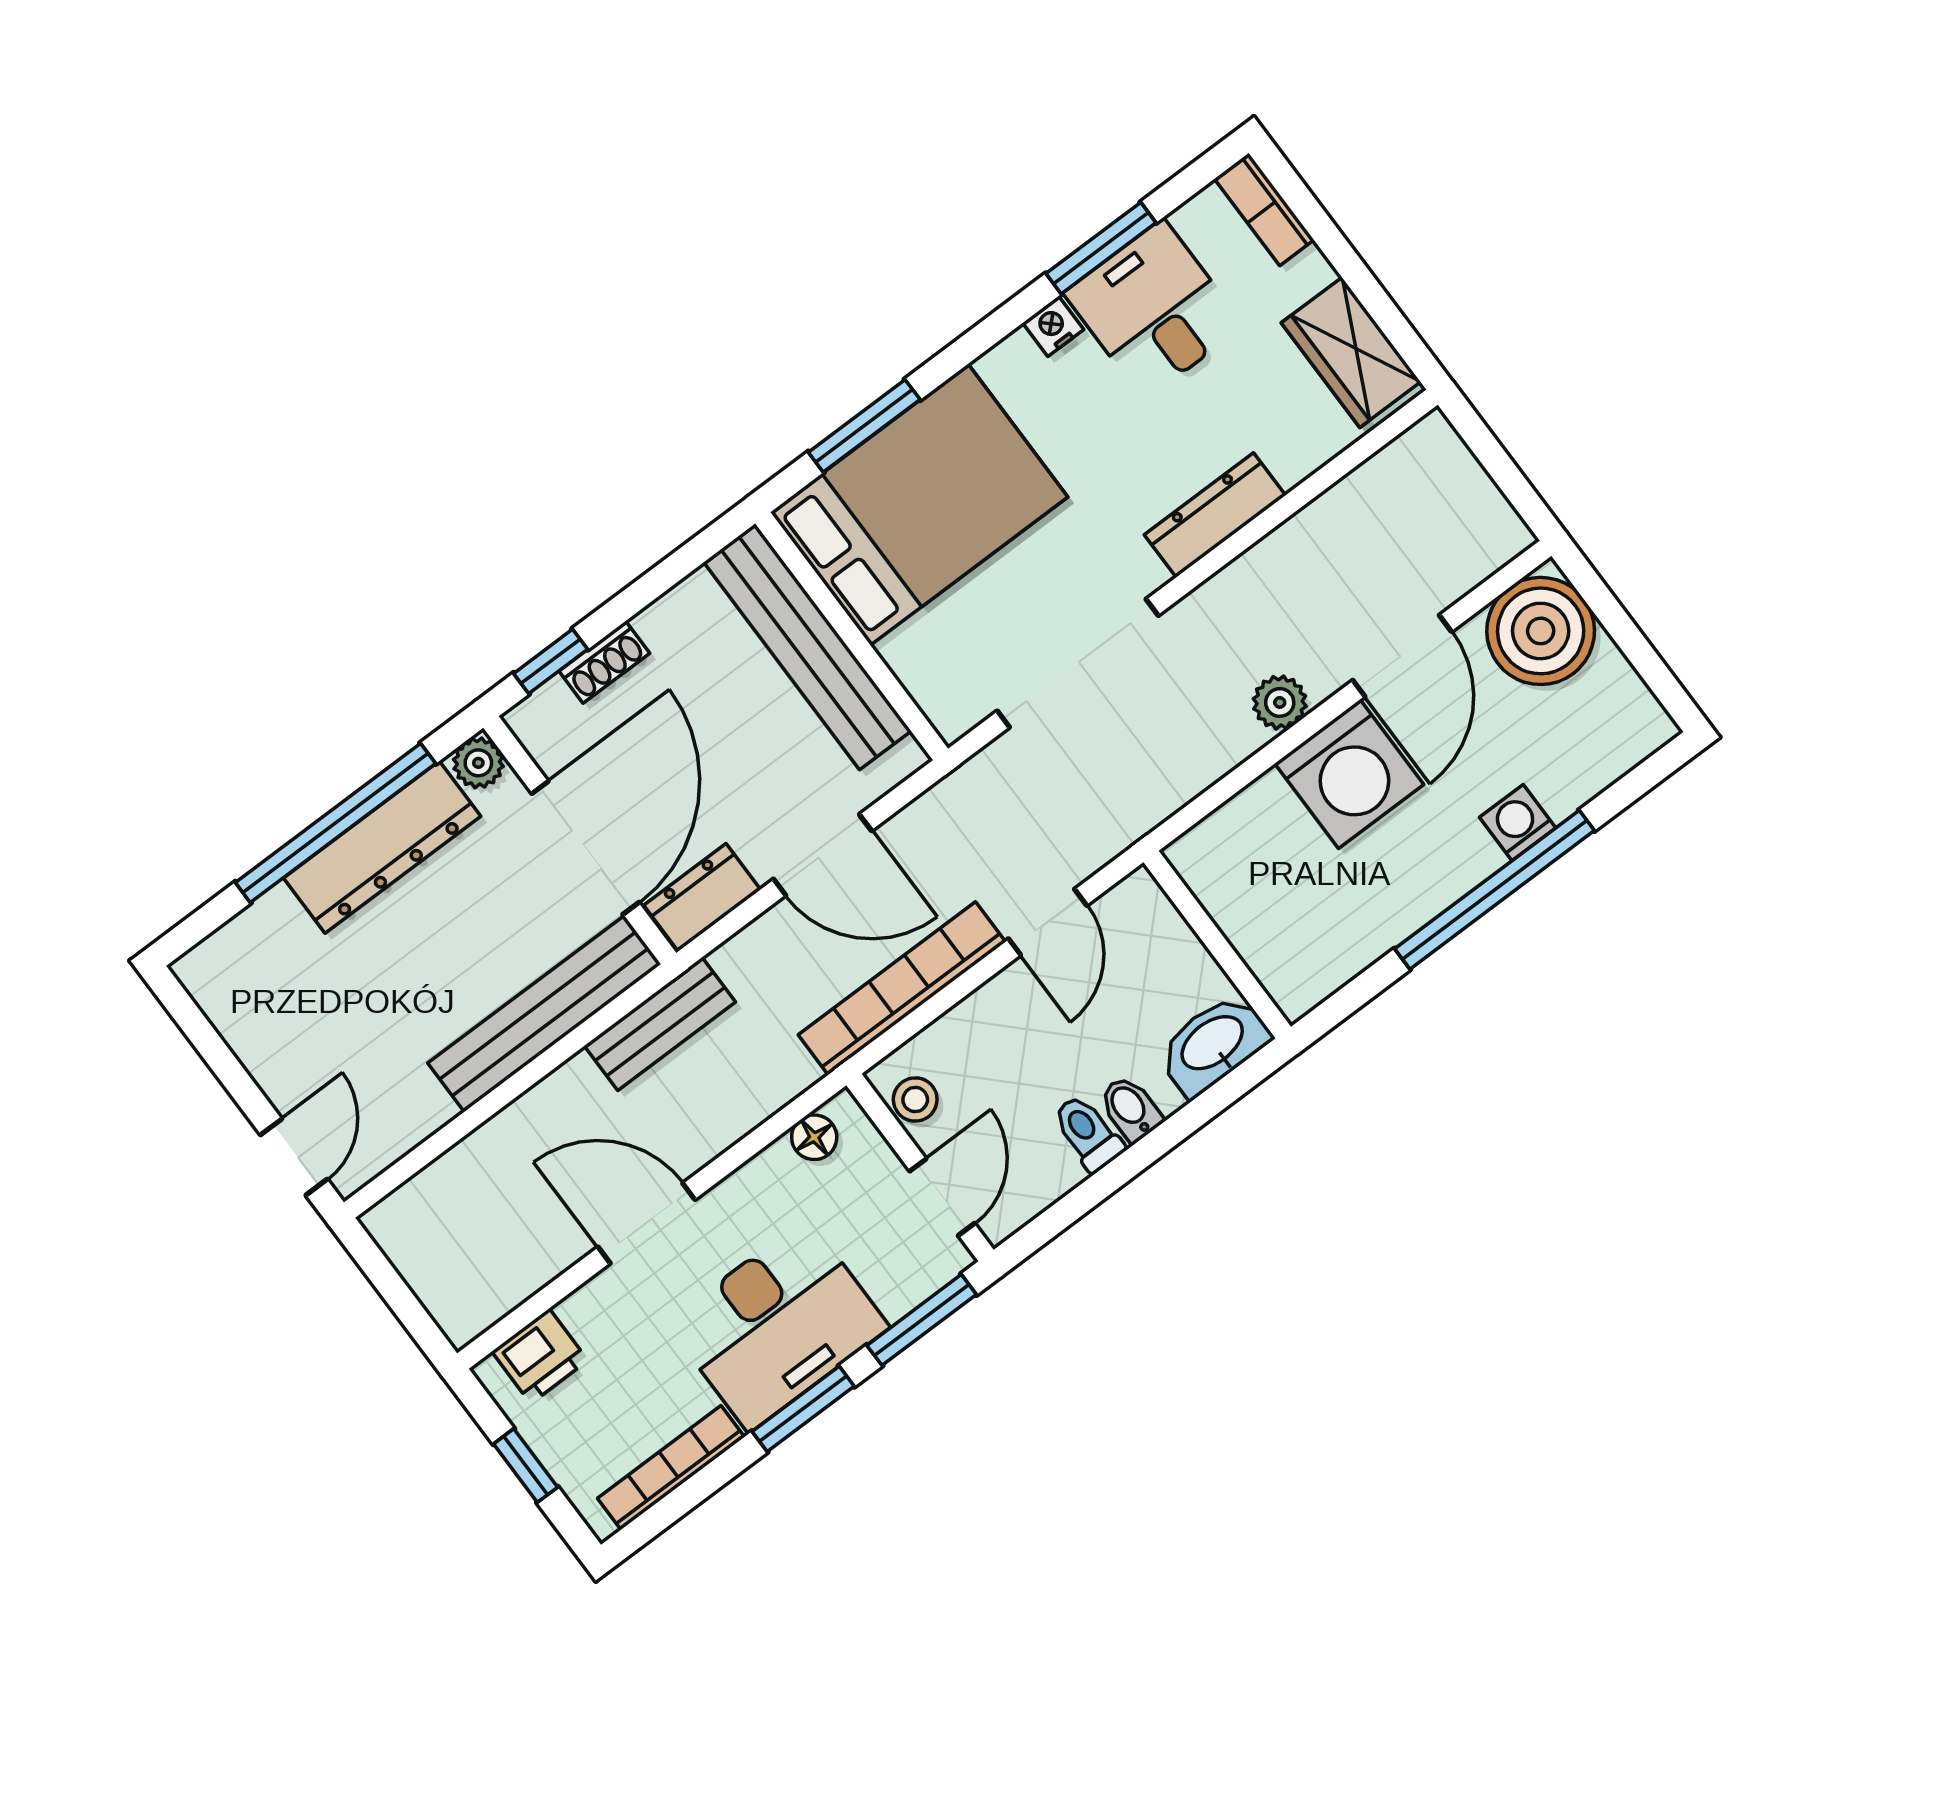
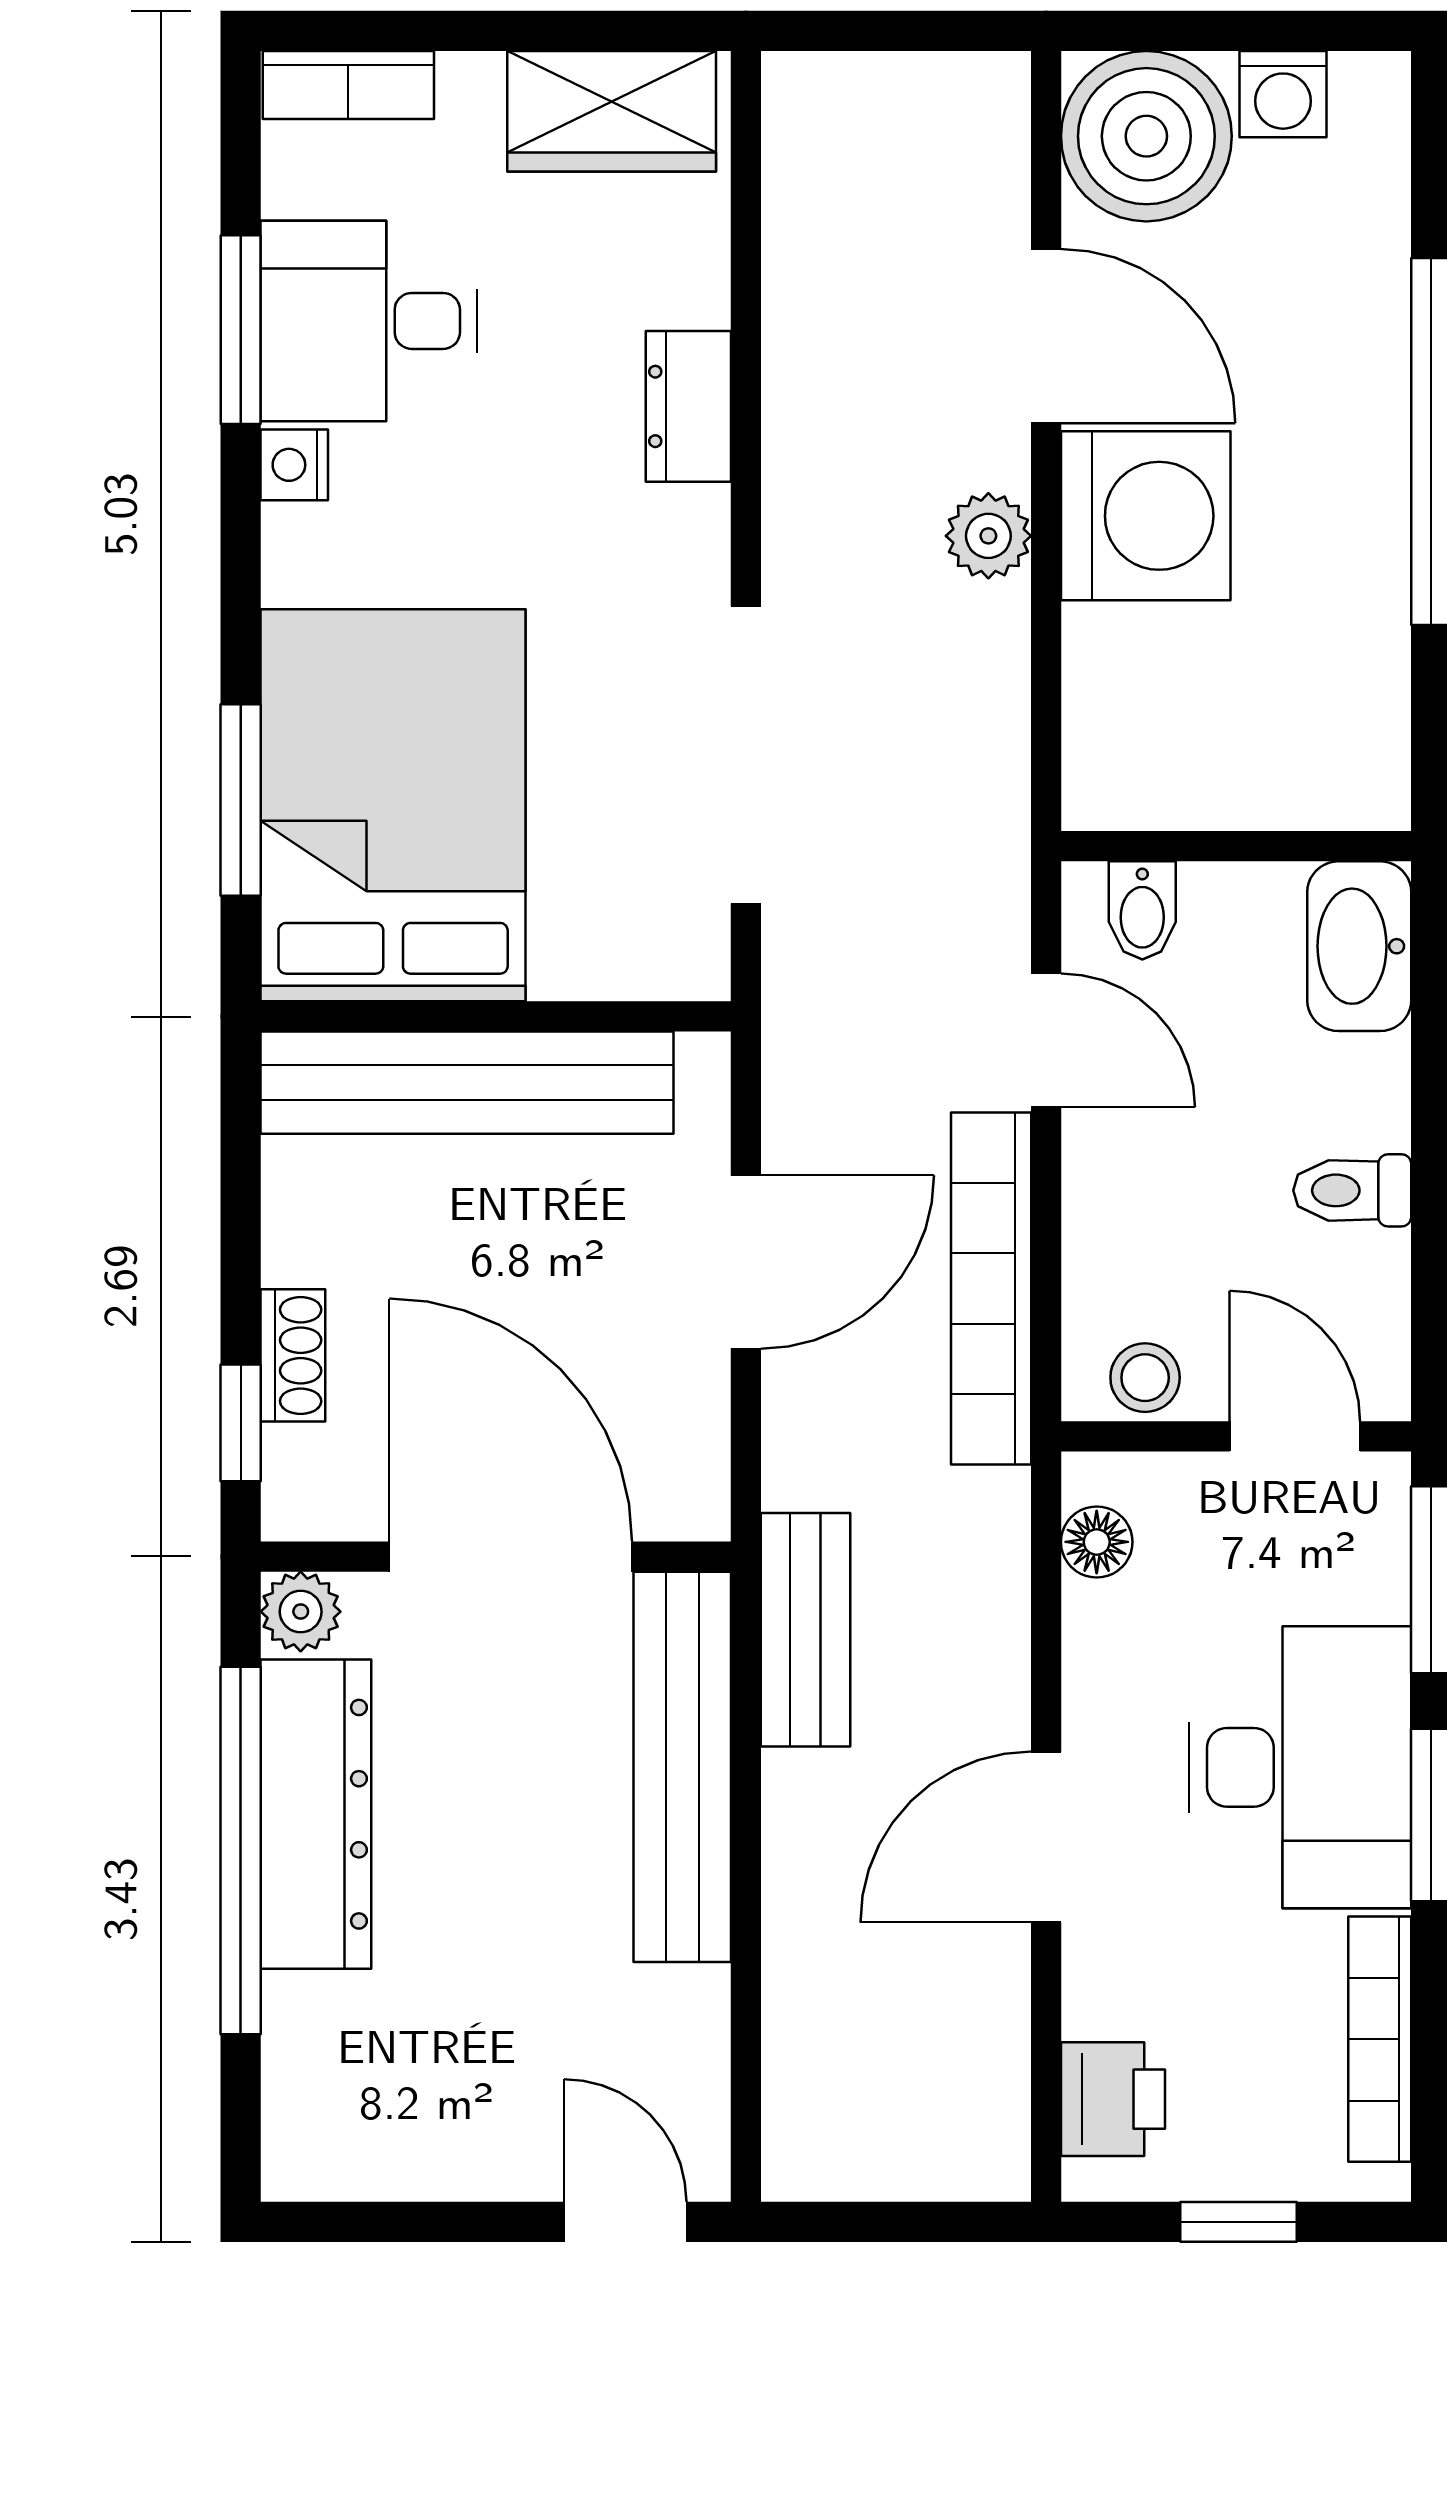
dresser: (1215, 515) -> (688, 406), width x0.70
washing machine: (1518, 823) -> (1283, 94), moved, turned -90
dresser: (702, 897) -> (685, 1456), removed
bidet: (1131, 1109) -> (1142, 910), moved, turned -90

